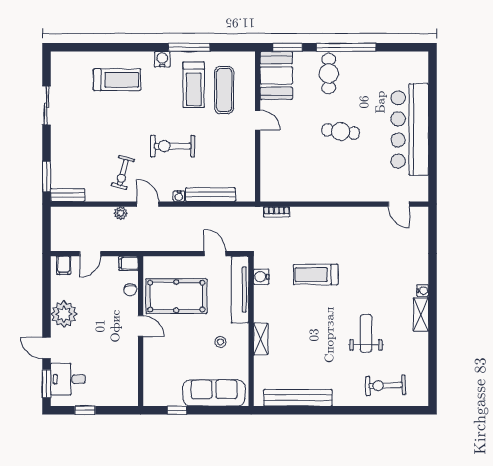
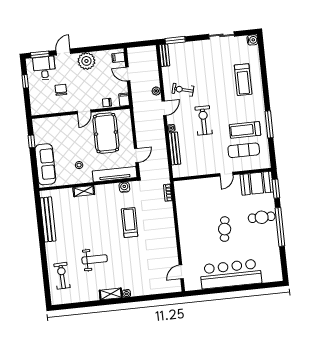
water cooler: (162, 59) -> (252, 40), moved
chair: (103, 357) -> (61, 90), added

